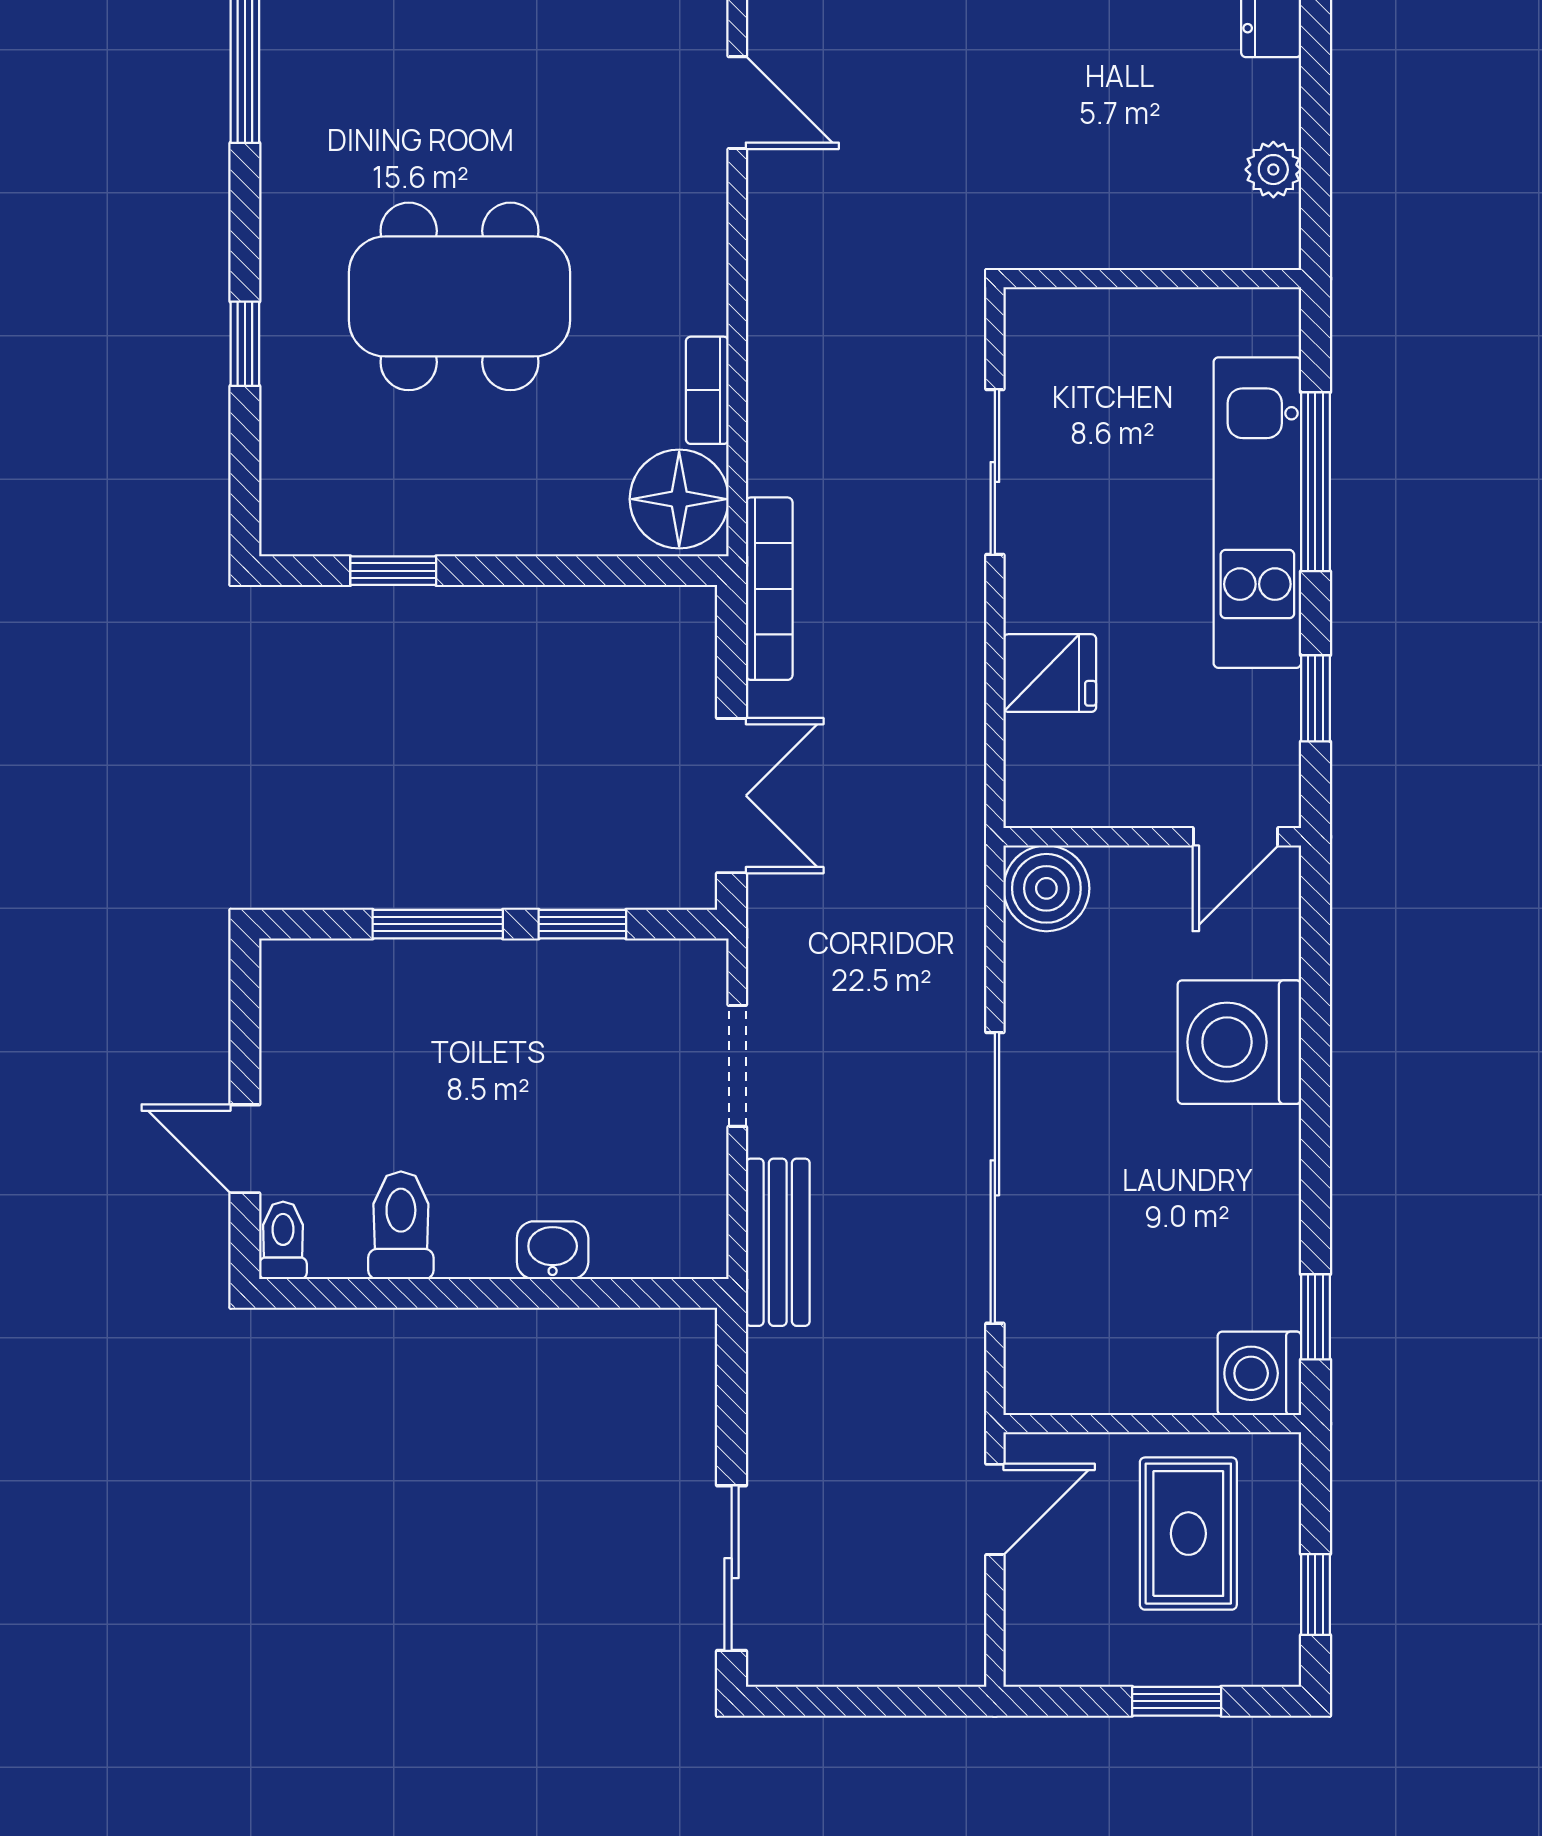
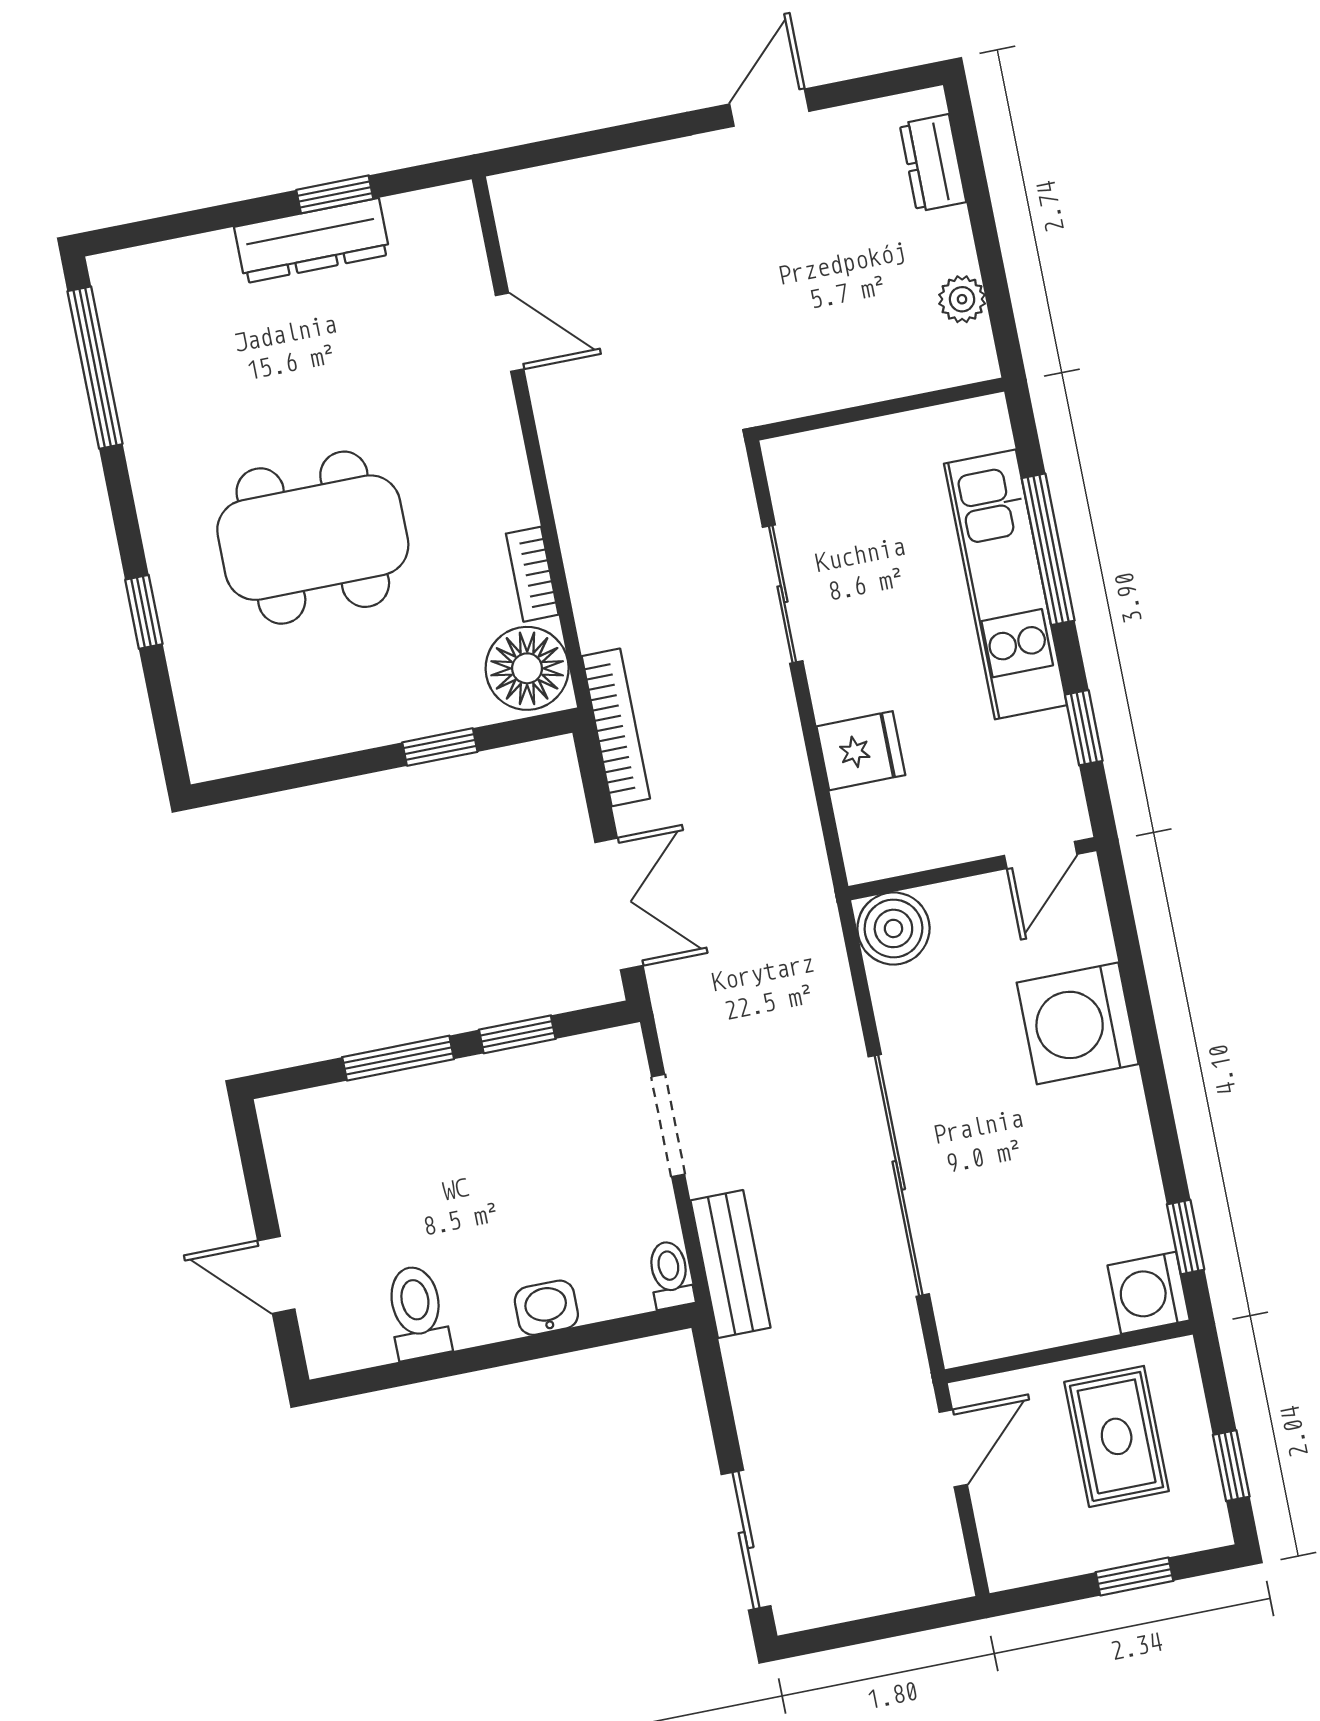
window: (393, 571) -> (440, 747), moved
toilet: (283, 1240) -> (670, 1275), moved

